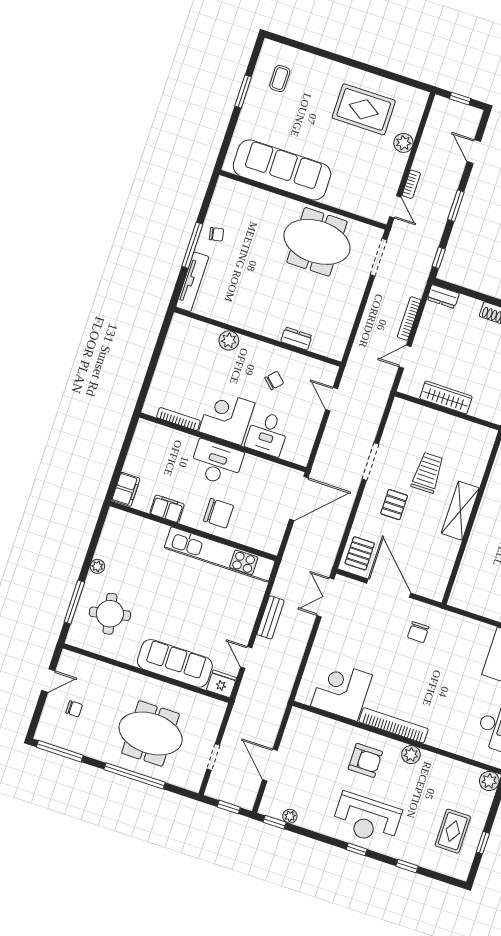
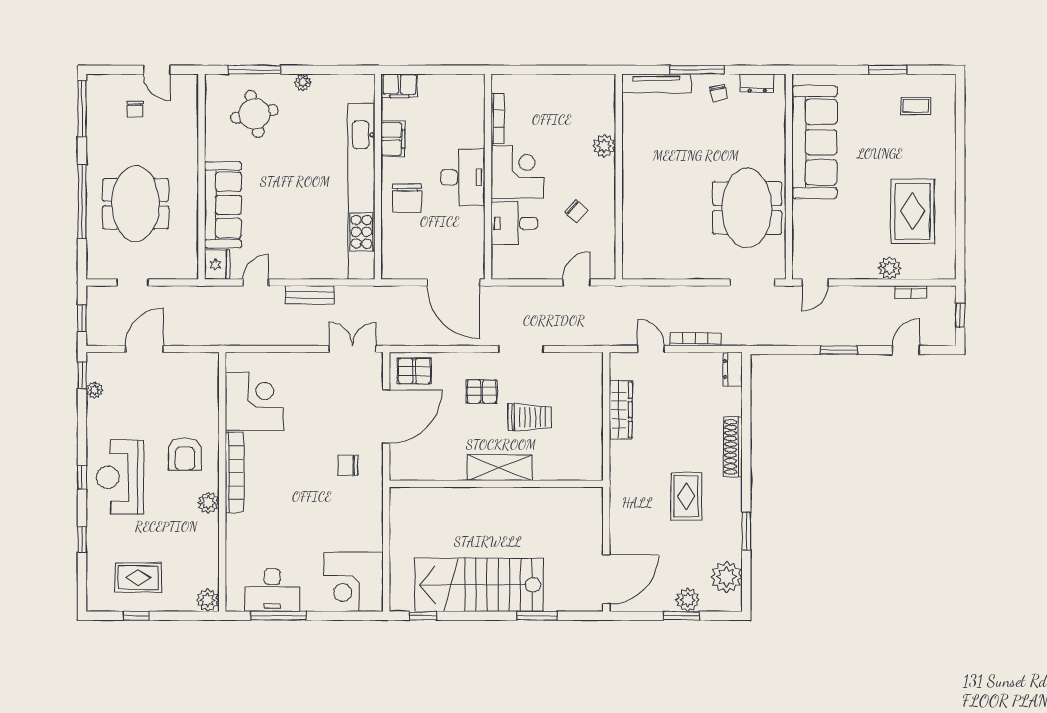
bookcase: (411, 184) -> (911, 292), moved
window: (439, 258) -> (774, 350), removed
dresser: (296, 339) -> (757, 83), moved, turned 90
kitchen unit: (220, 554) -> (361, 191), width x1.36

